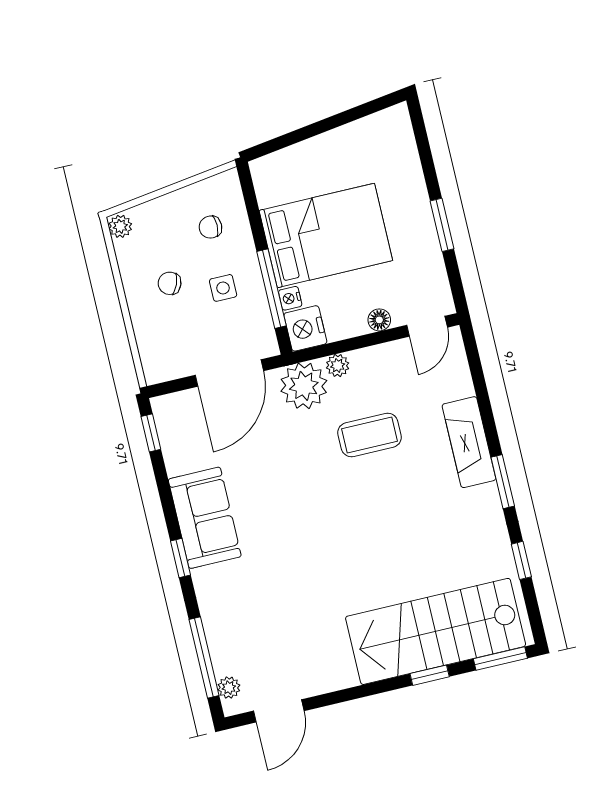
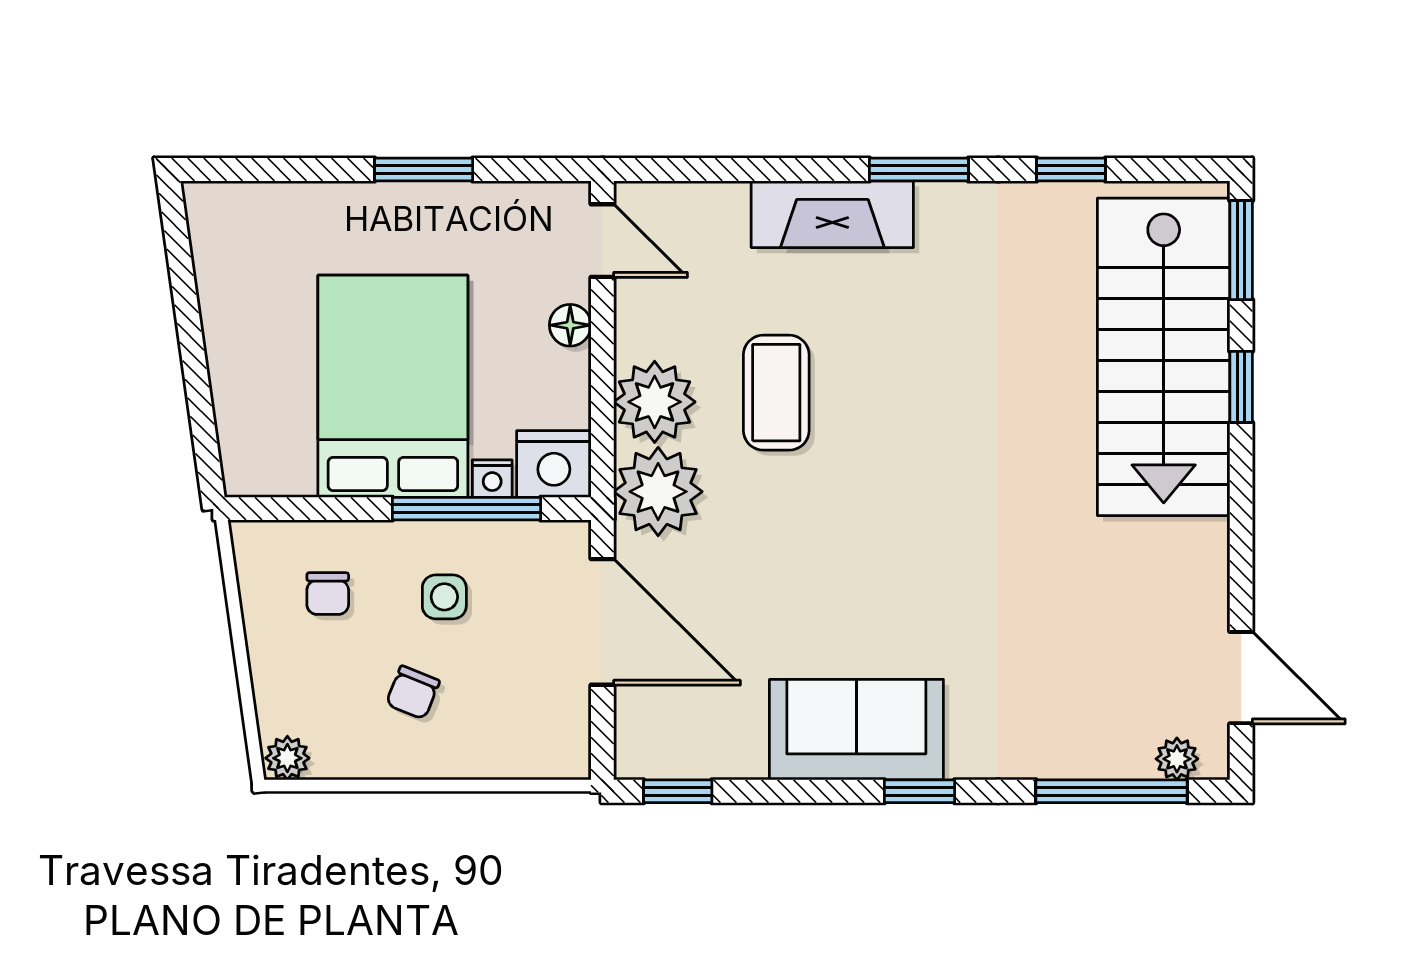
plant: (338, 365) -> (655, 402), width x1.88, depth x1.88

